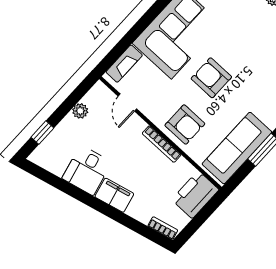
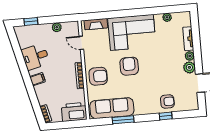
door: (127, 103) -> (81, 43), hinge flipped
armchair: (185, 125) -> (98, 76), turned -90
filing cabinet: (114, 195) -> (38, 79), width x0.50

